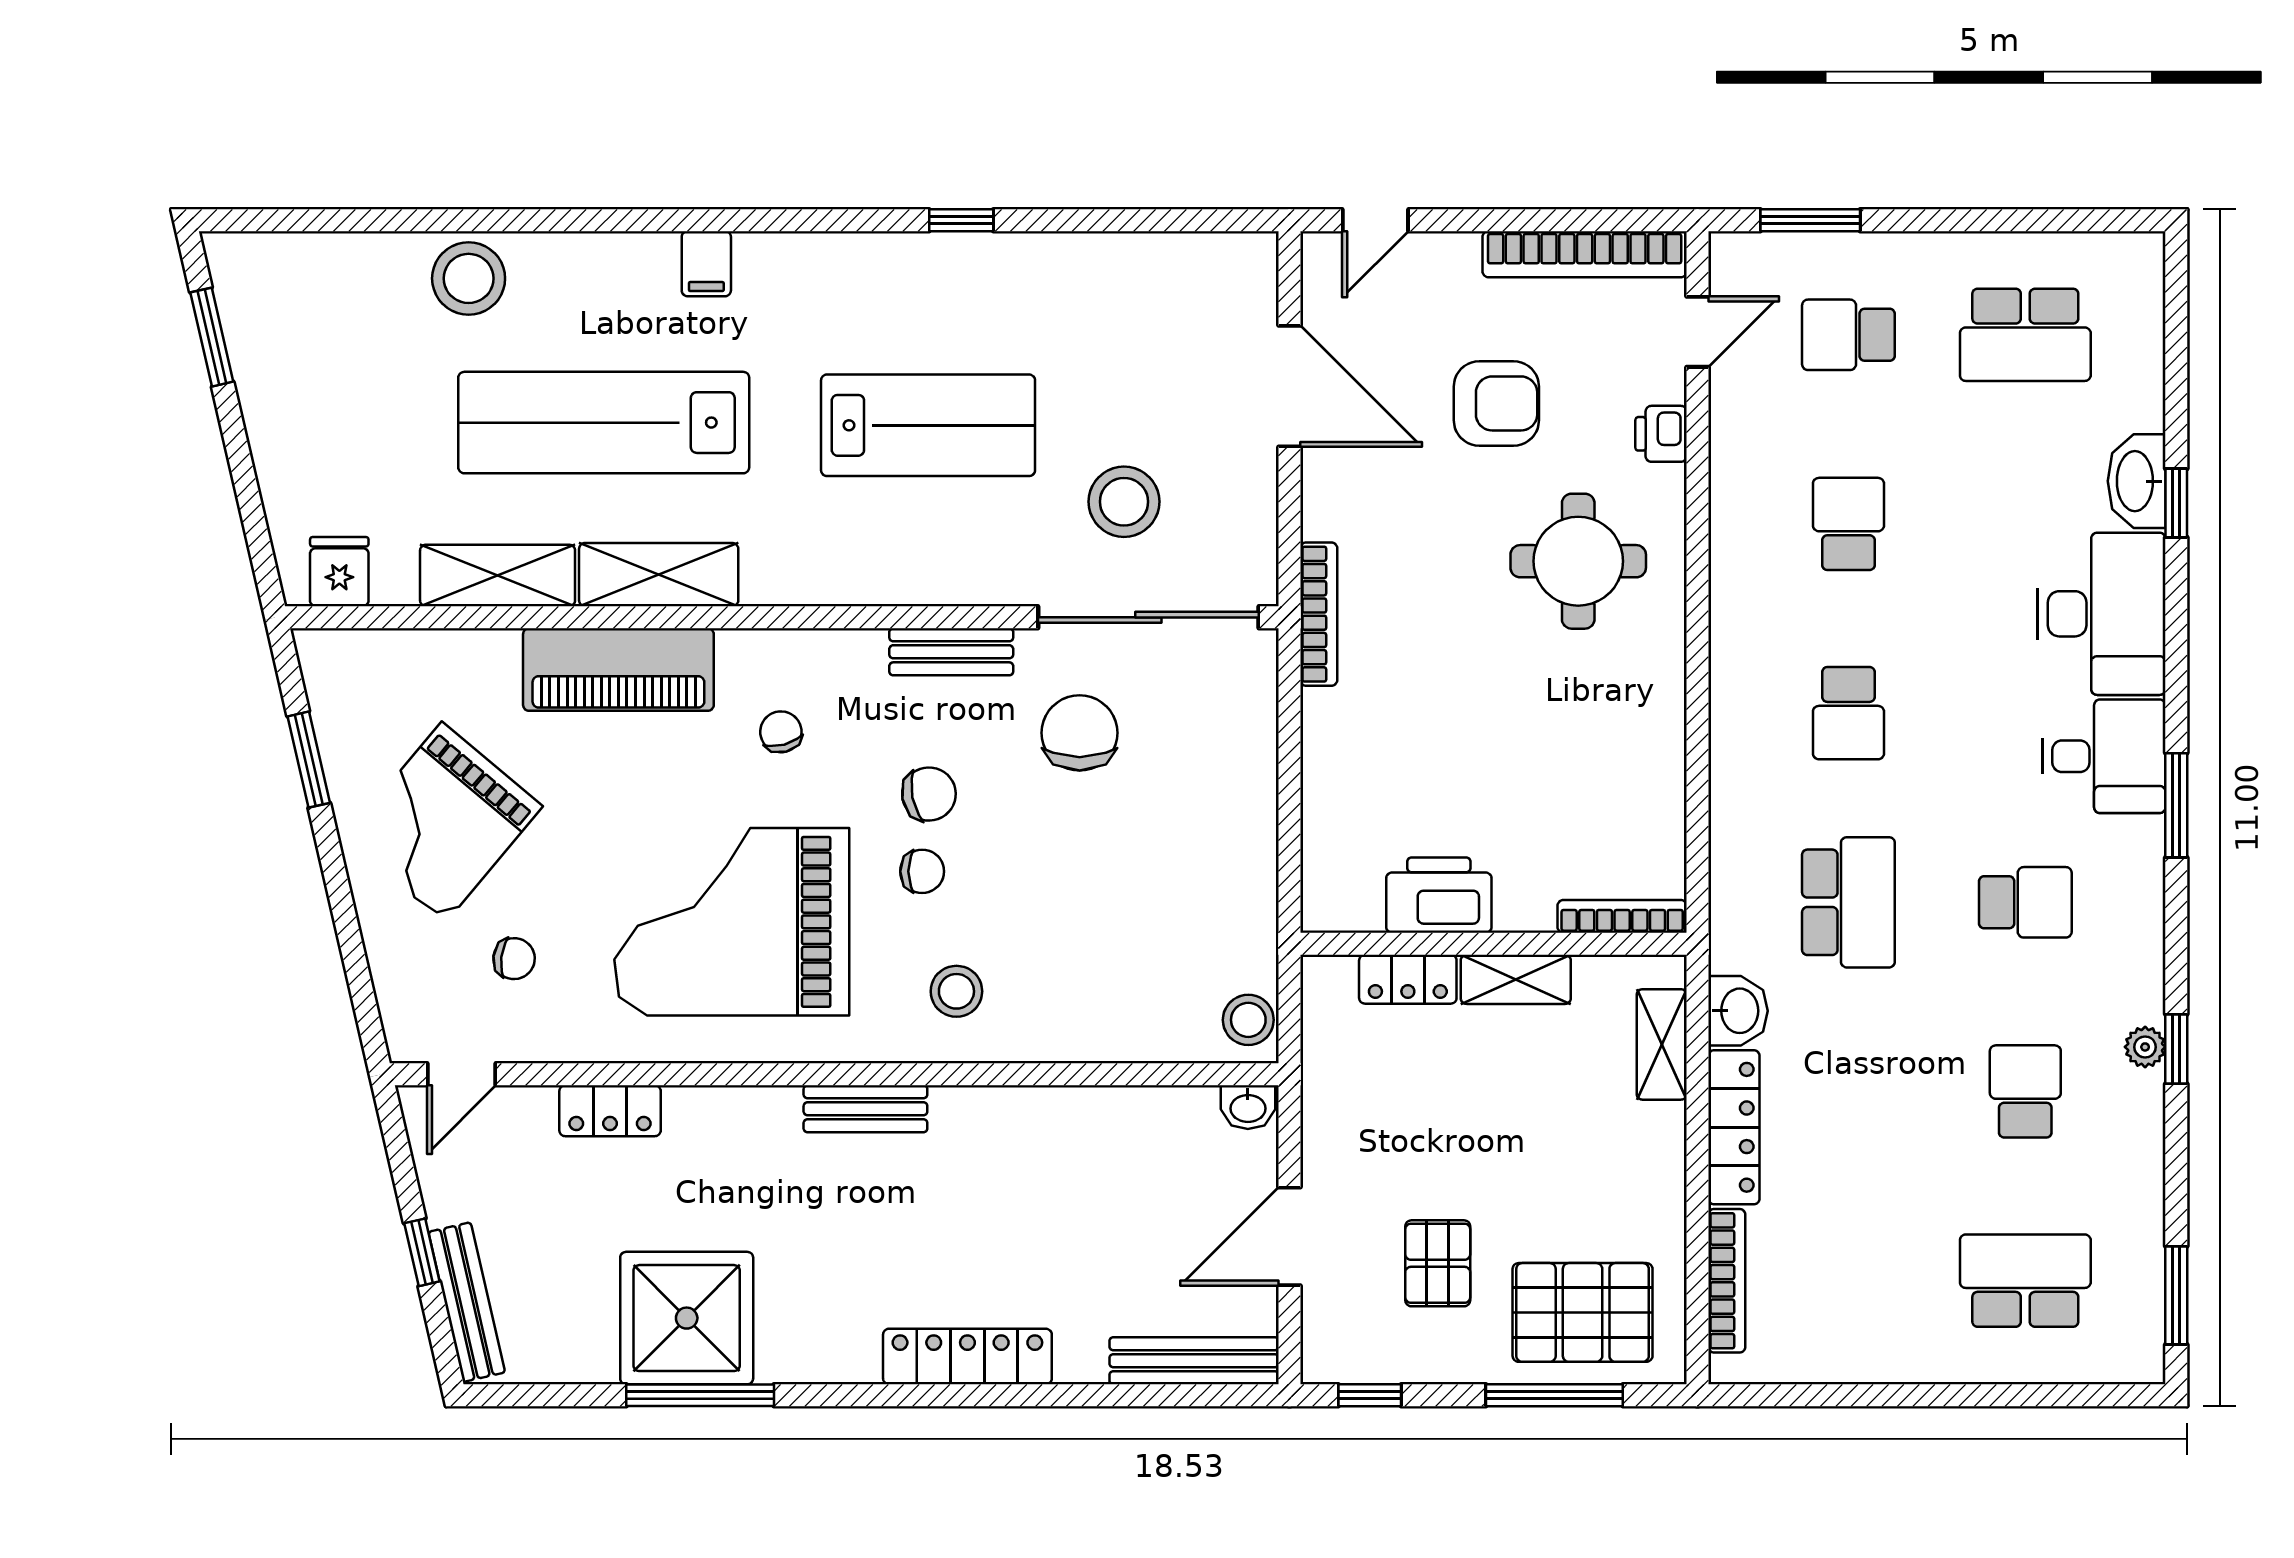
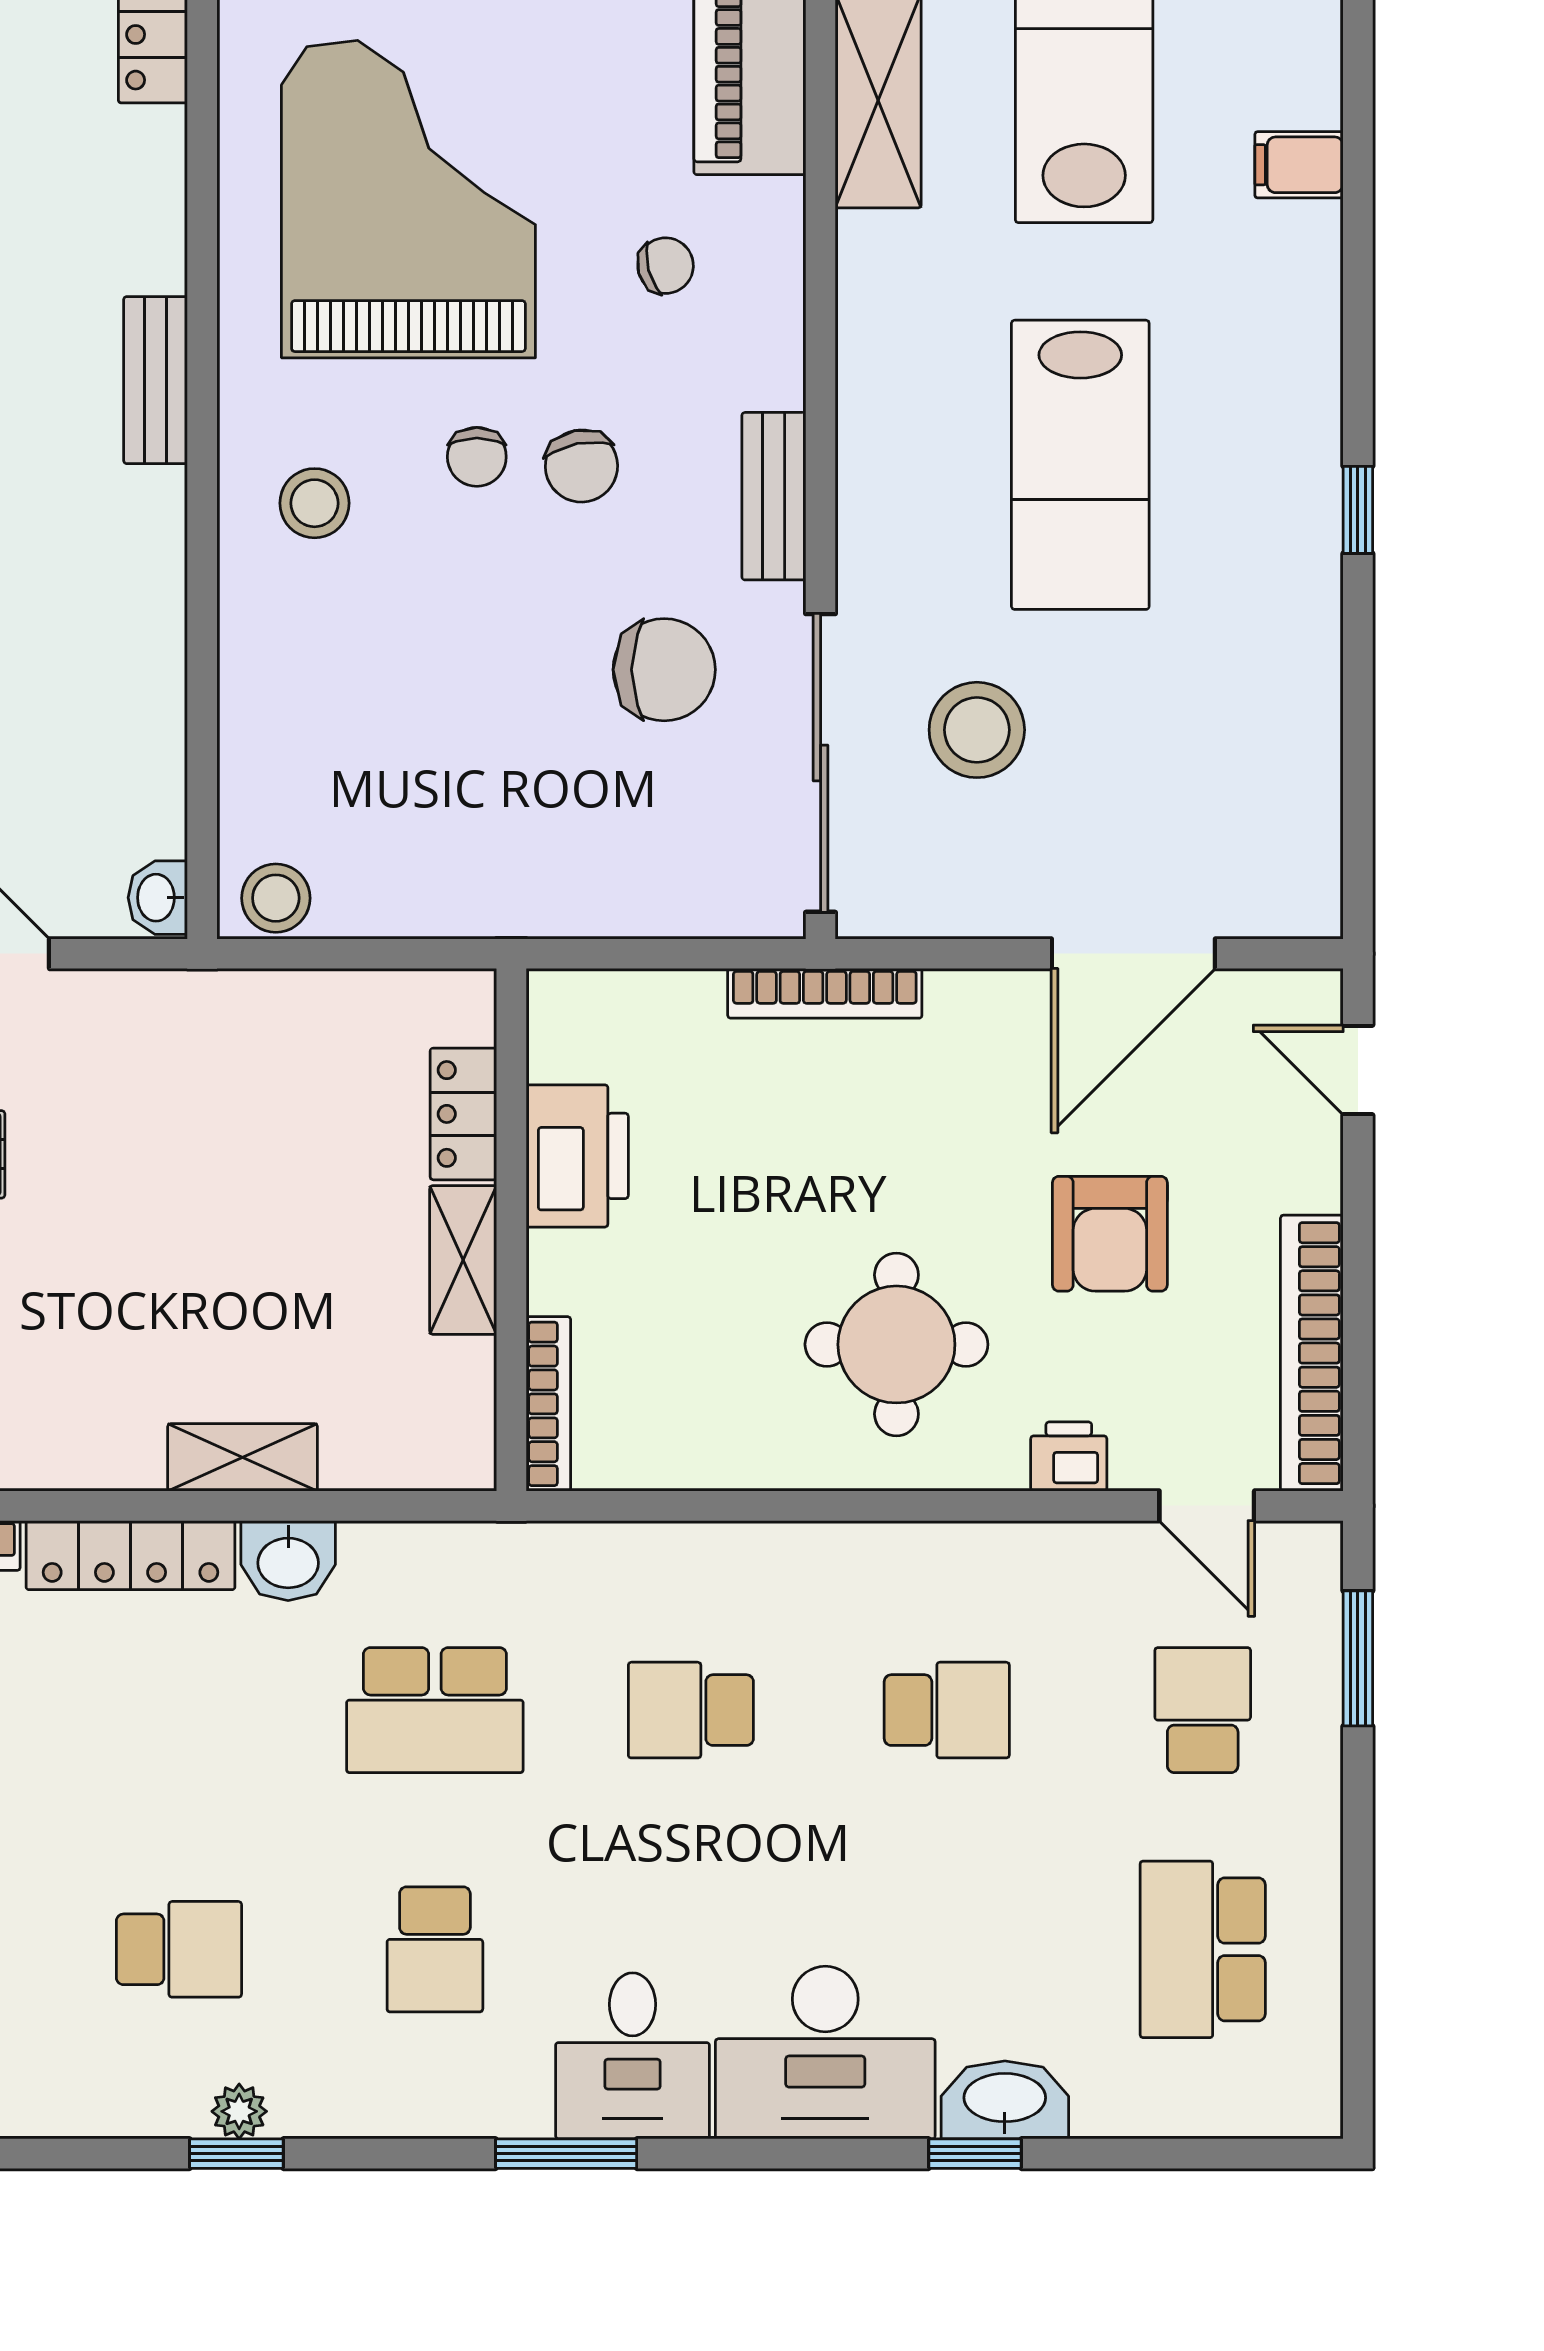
printer: (1439, 895) -> (577, 1156), moved
bookcase: (1622, 916) -> (548, 1404), moved
wall: (1493, 944) -> (511, 1230), moved
locker: (1408, 979) -> (463, 1114), moved
shelving: (1516, 979) -> (463, 1260), moved

